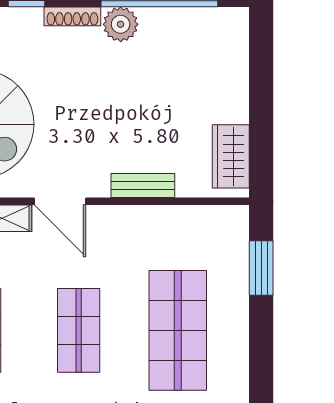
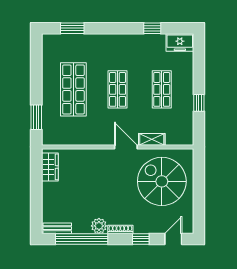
bench: (143, 186) -> (57, 228), moved

